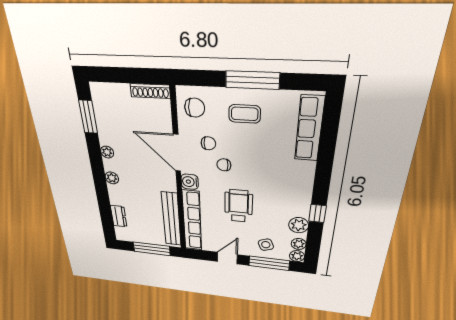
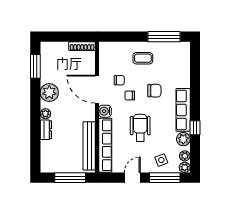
window: (252, 80) -> (164, 37), moved
chair: (195, 108) -> (154, 91), moved
row of seats: (309, 129) -> (183, 110), moved
plant: (107, 152) -> (49, 93), width x1.87, depth x1.87
dresser: (119, 216) -> (46, 130), moved

